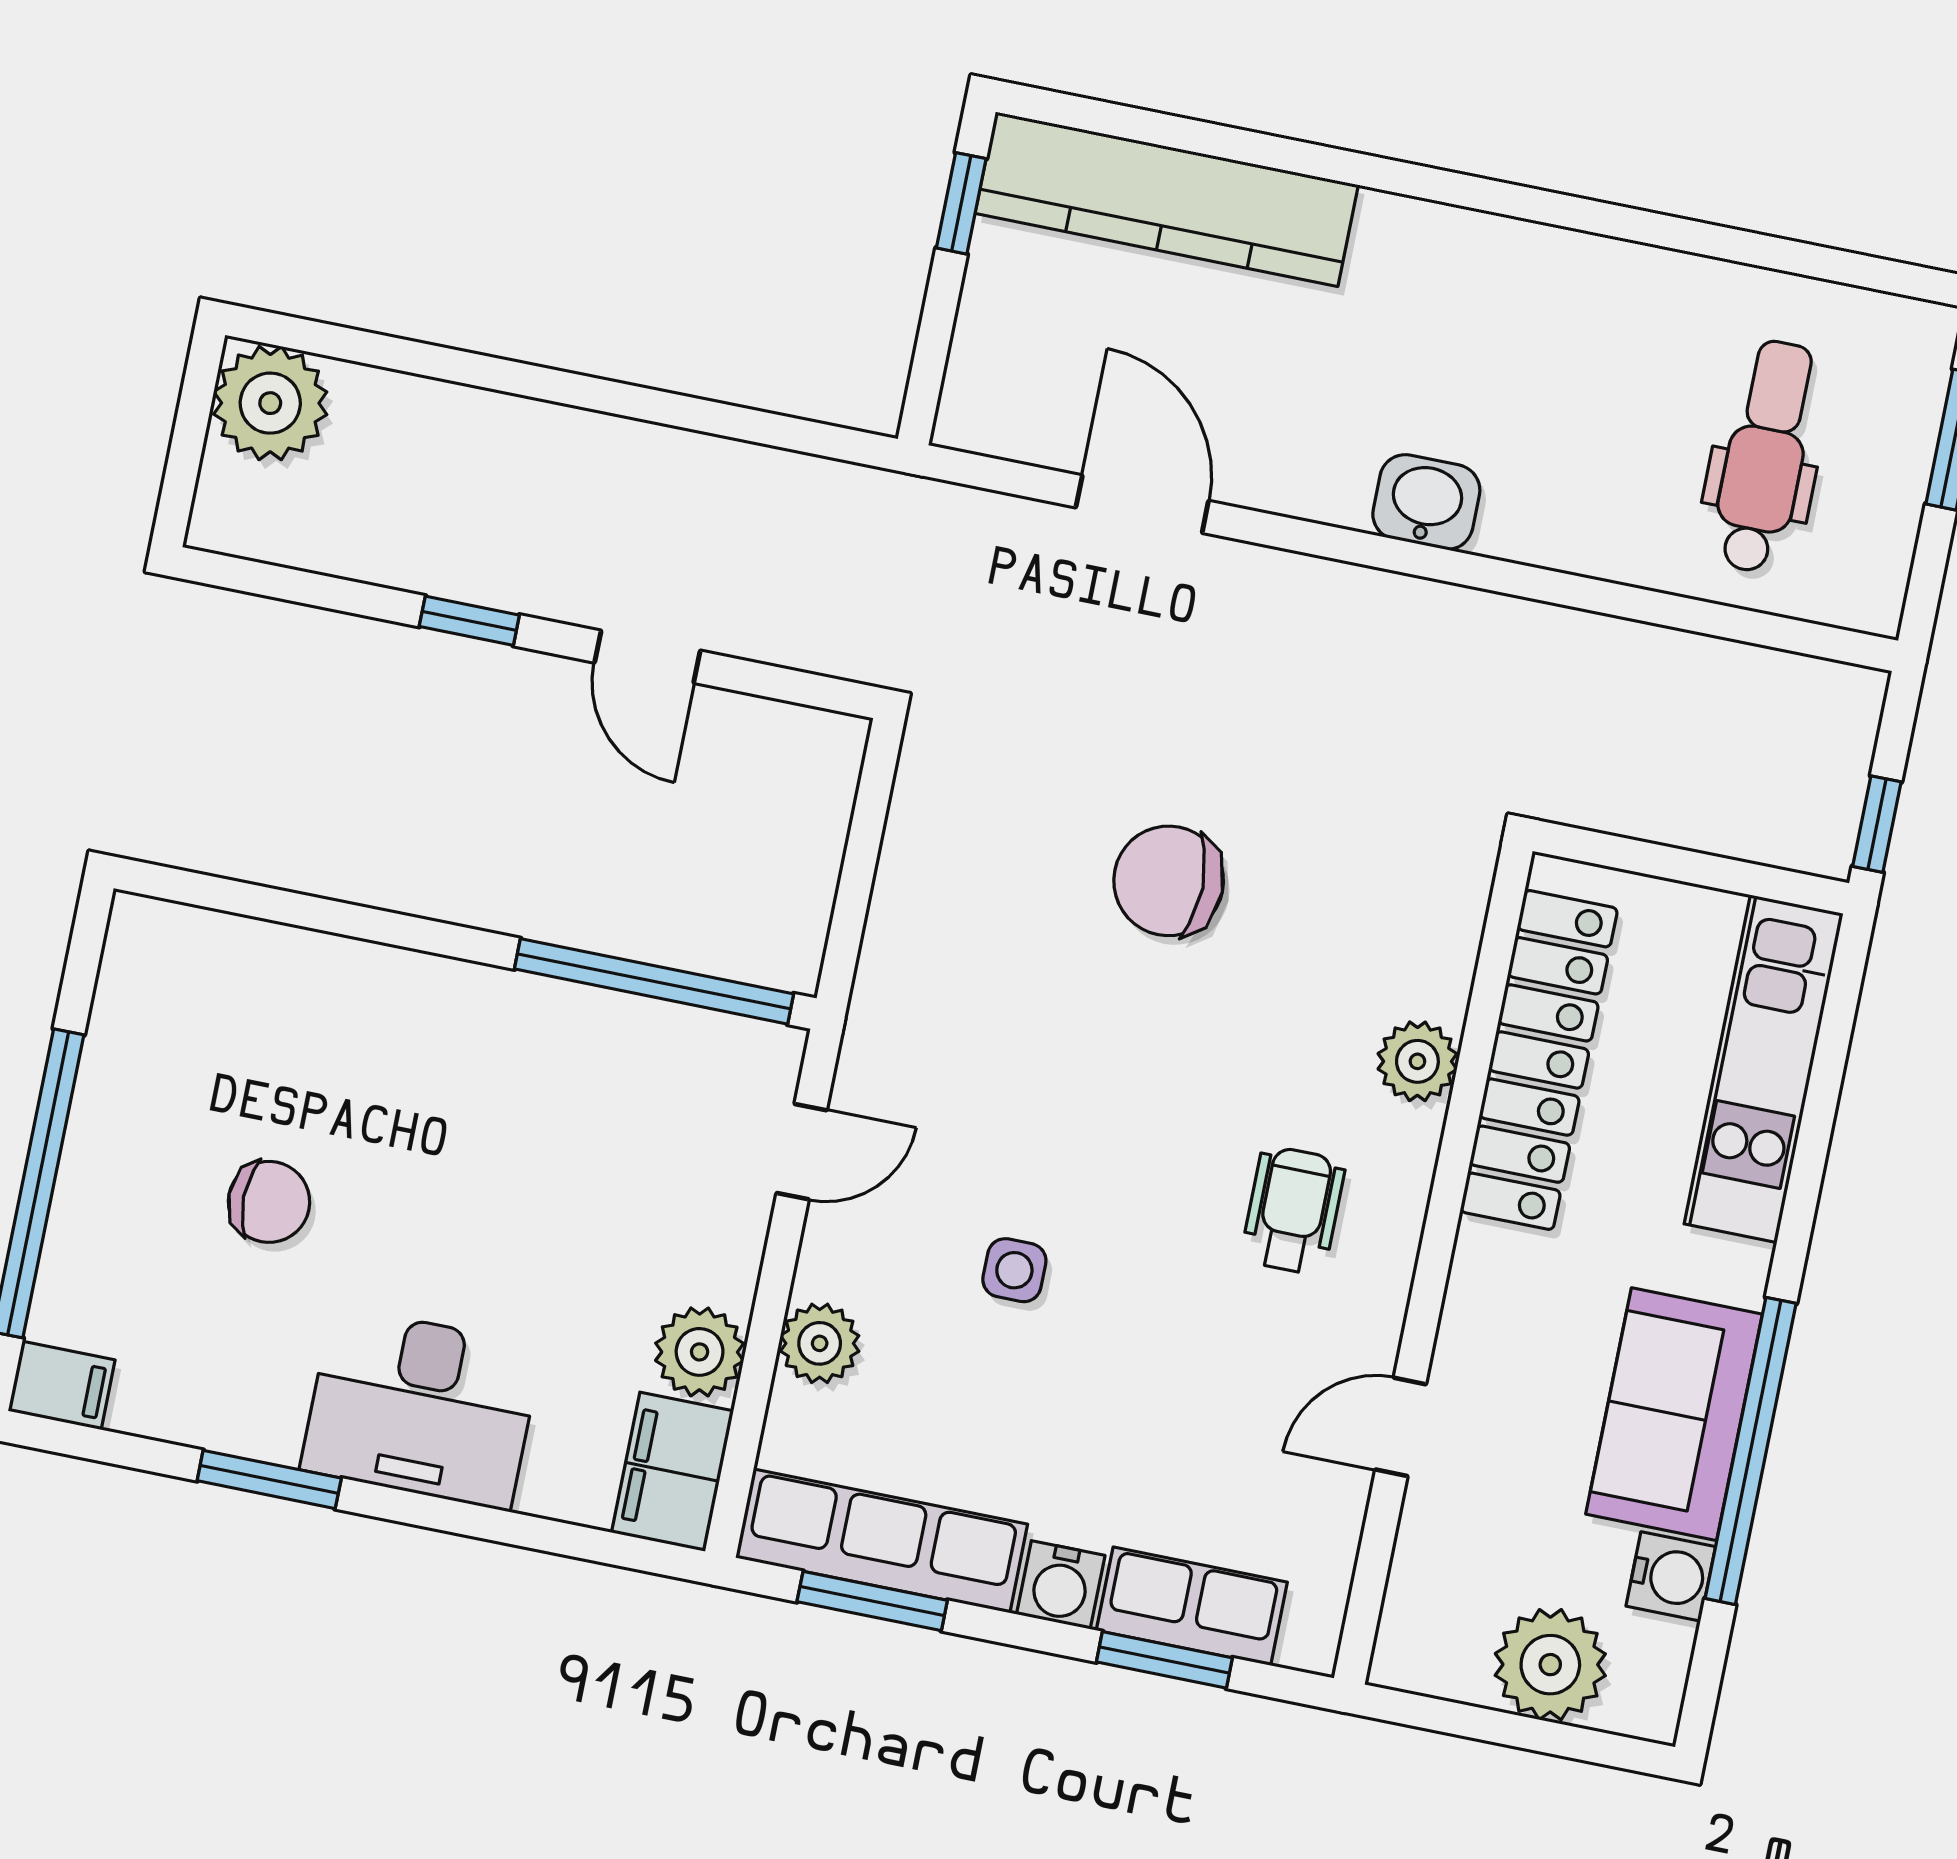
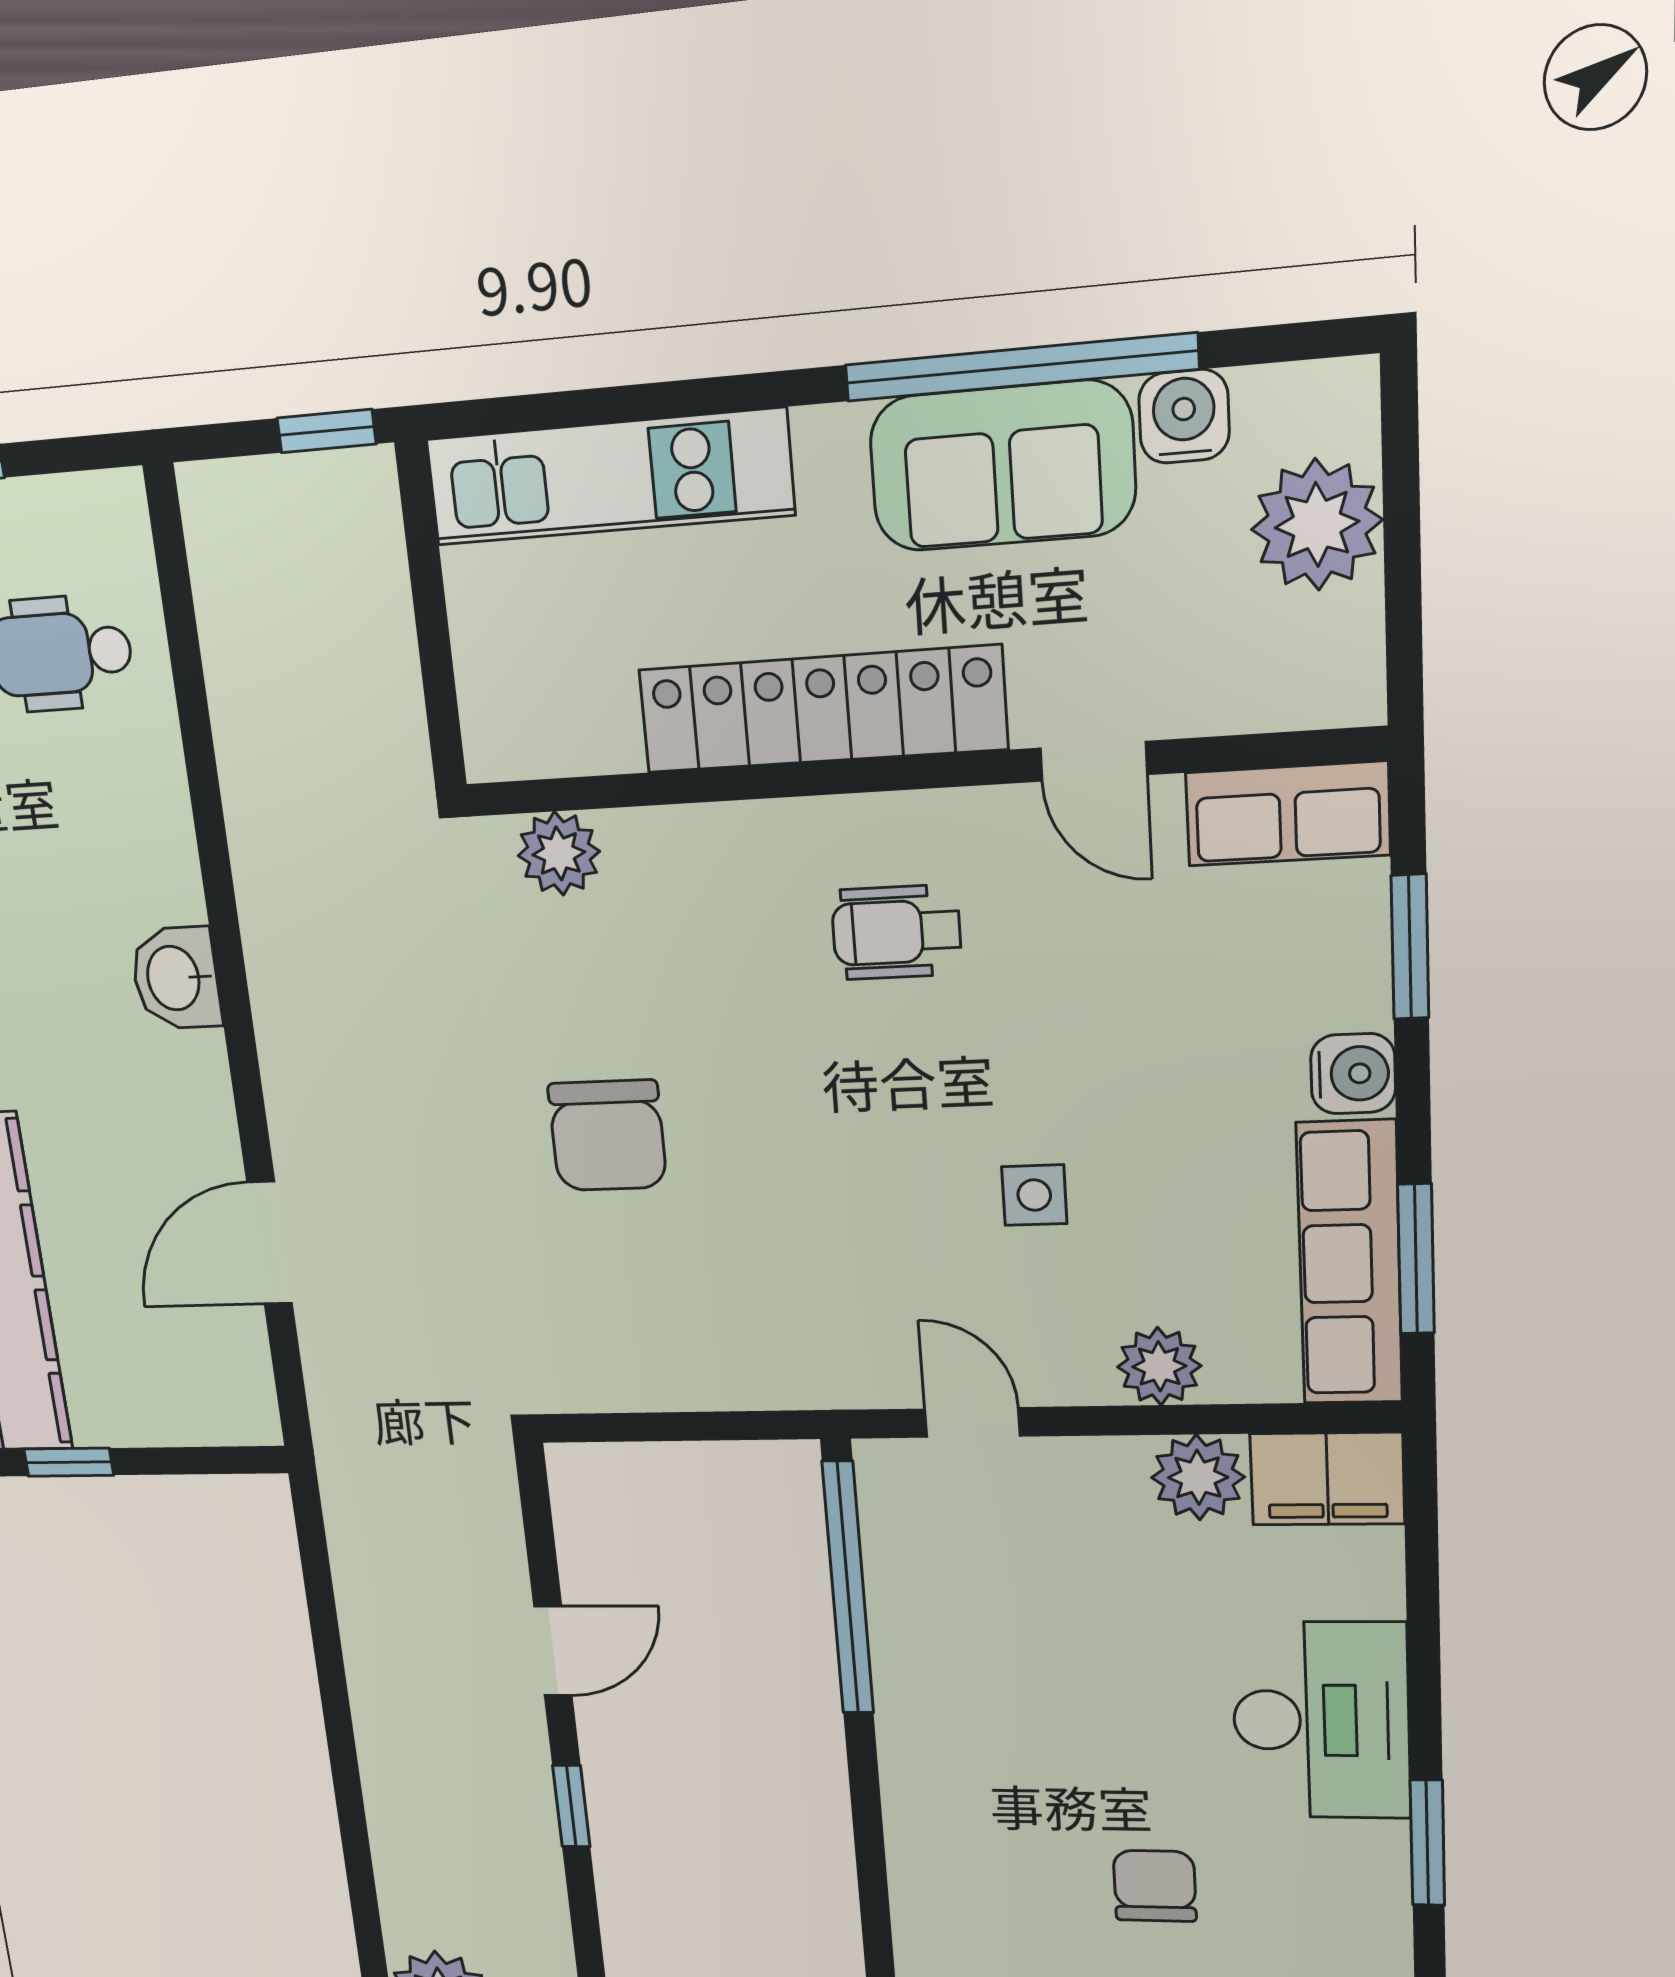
locker: (1539, 1060) -> (822, 709), moved
plant: (1417, 1061) -> (559, 853), moved
row of seats: (1192, 1606) -> (1288, 814), moved, turned -90

